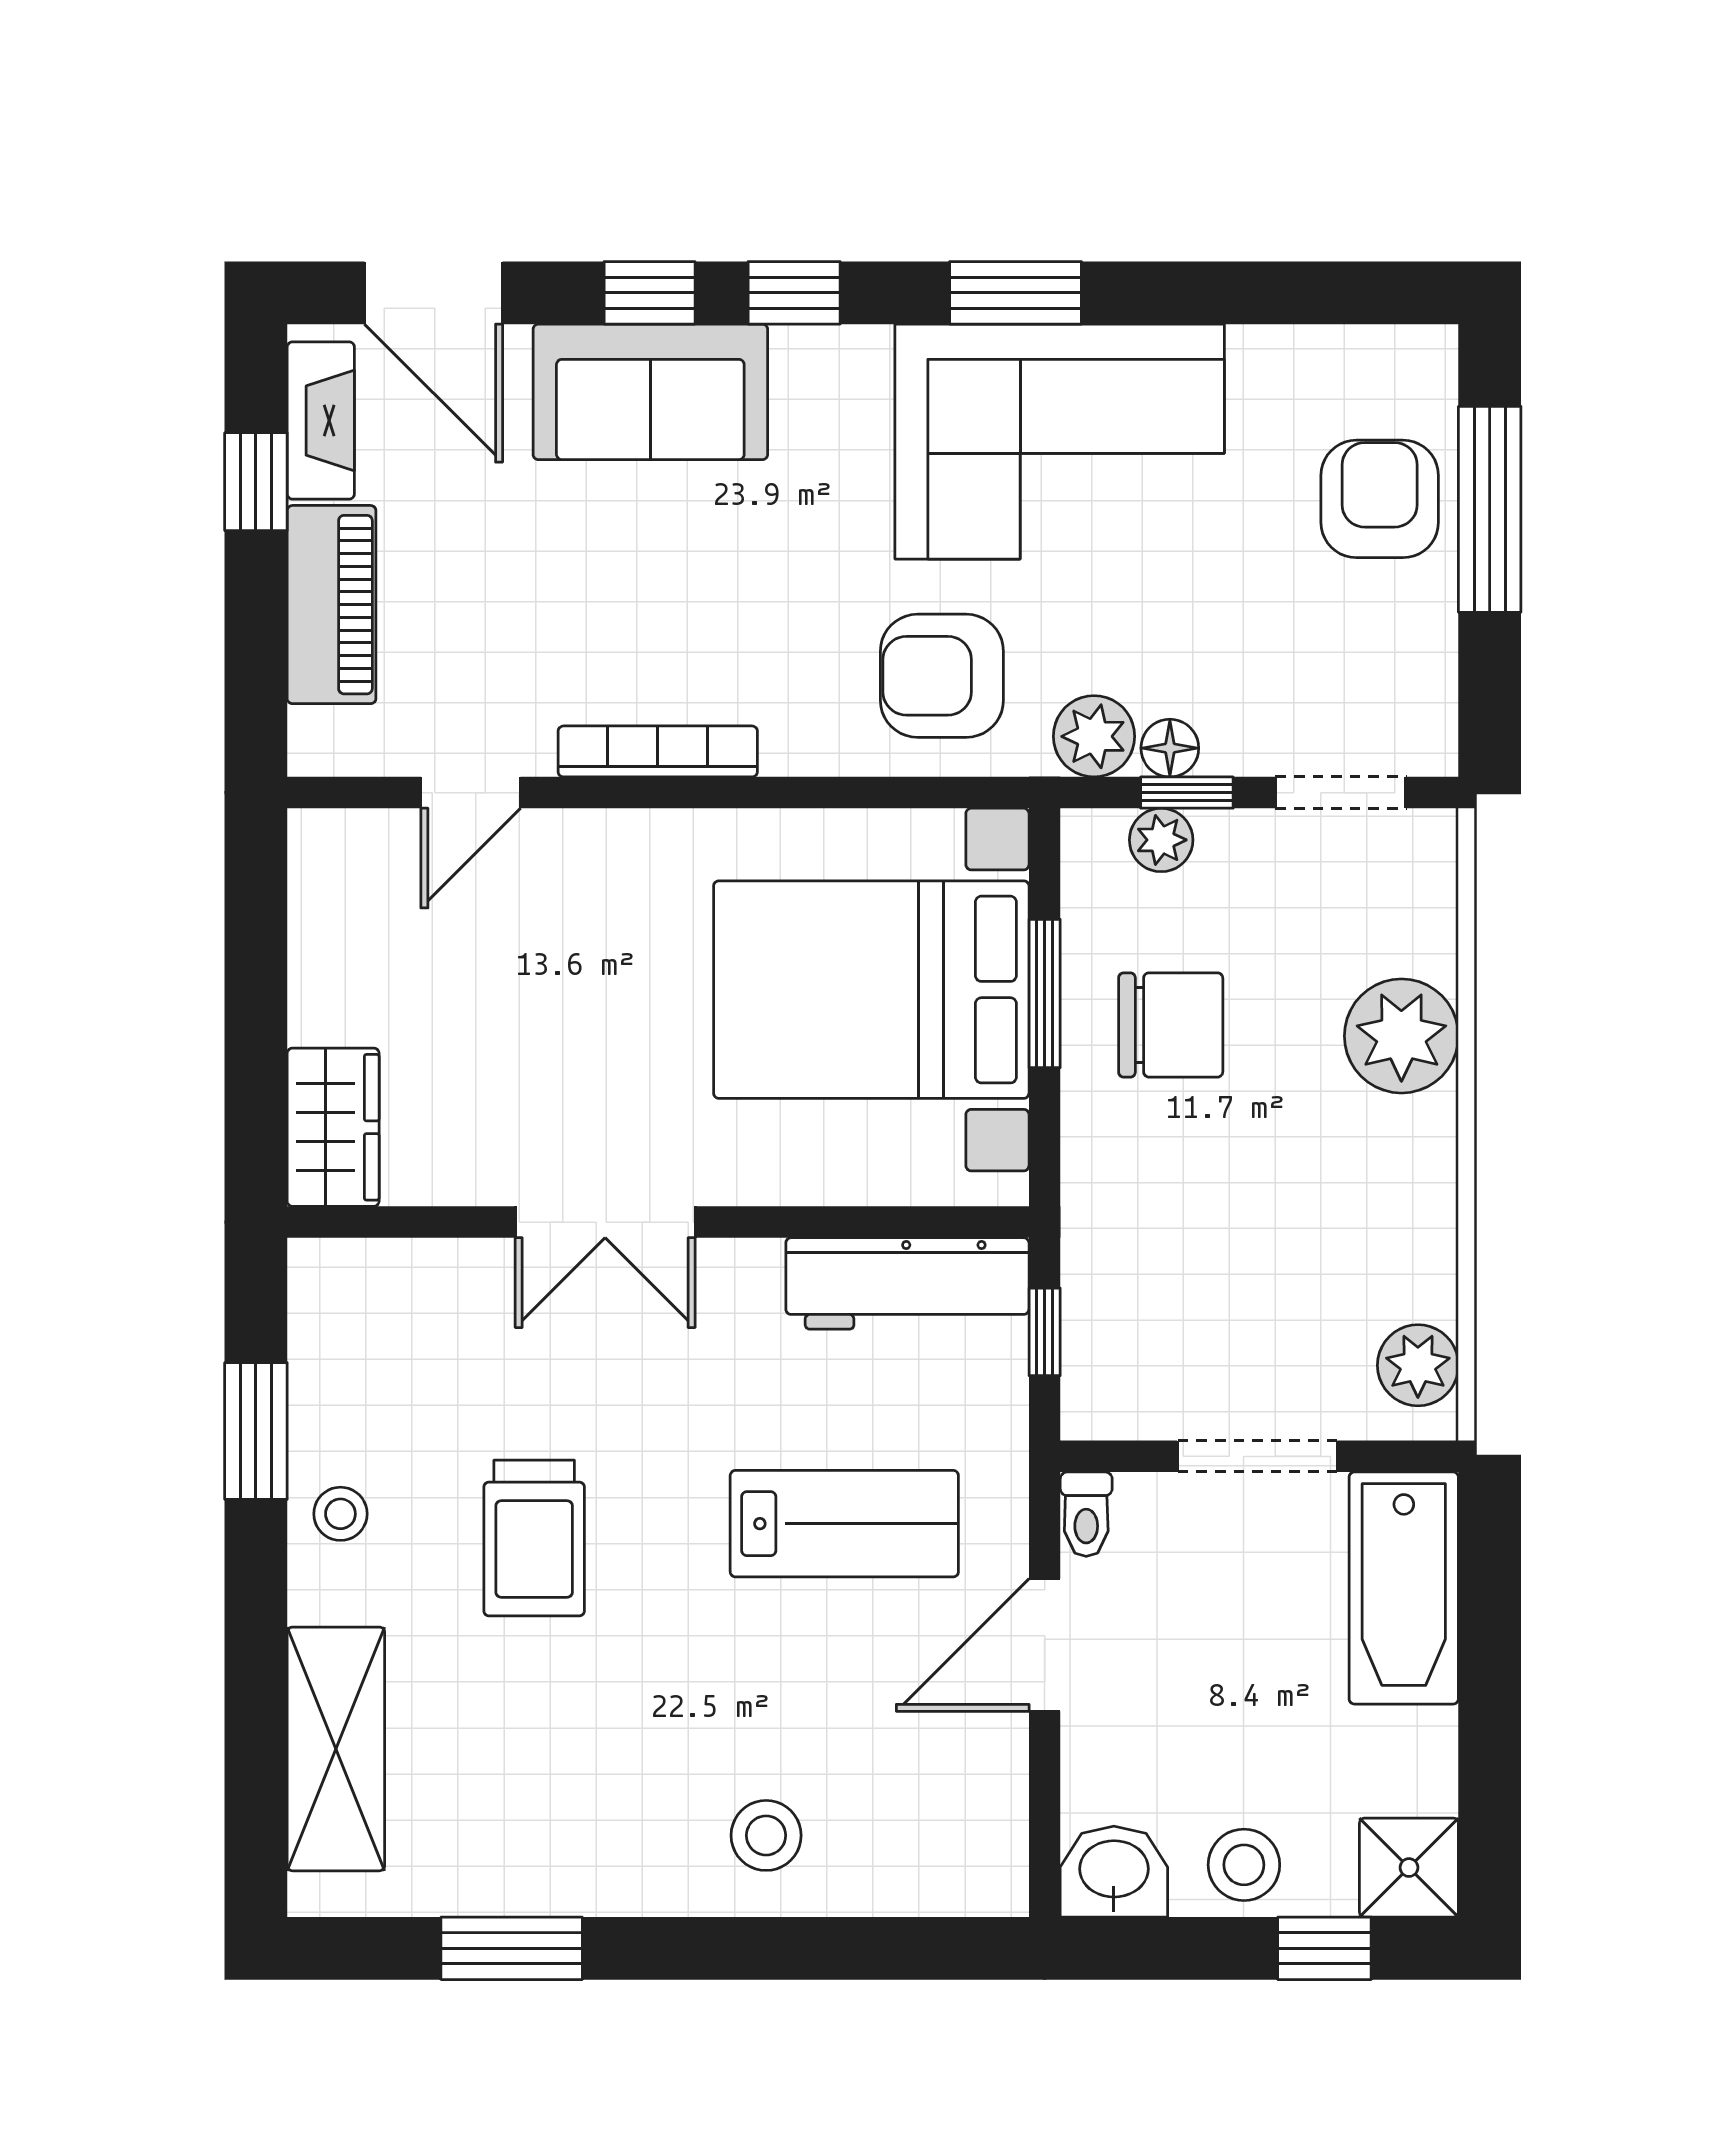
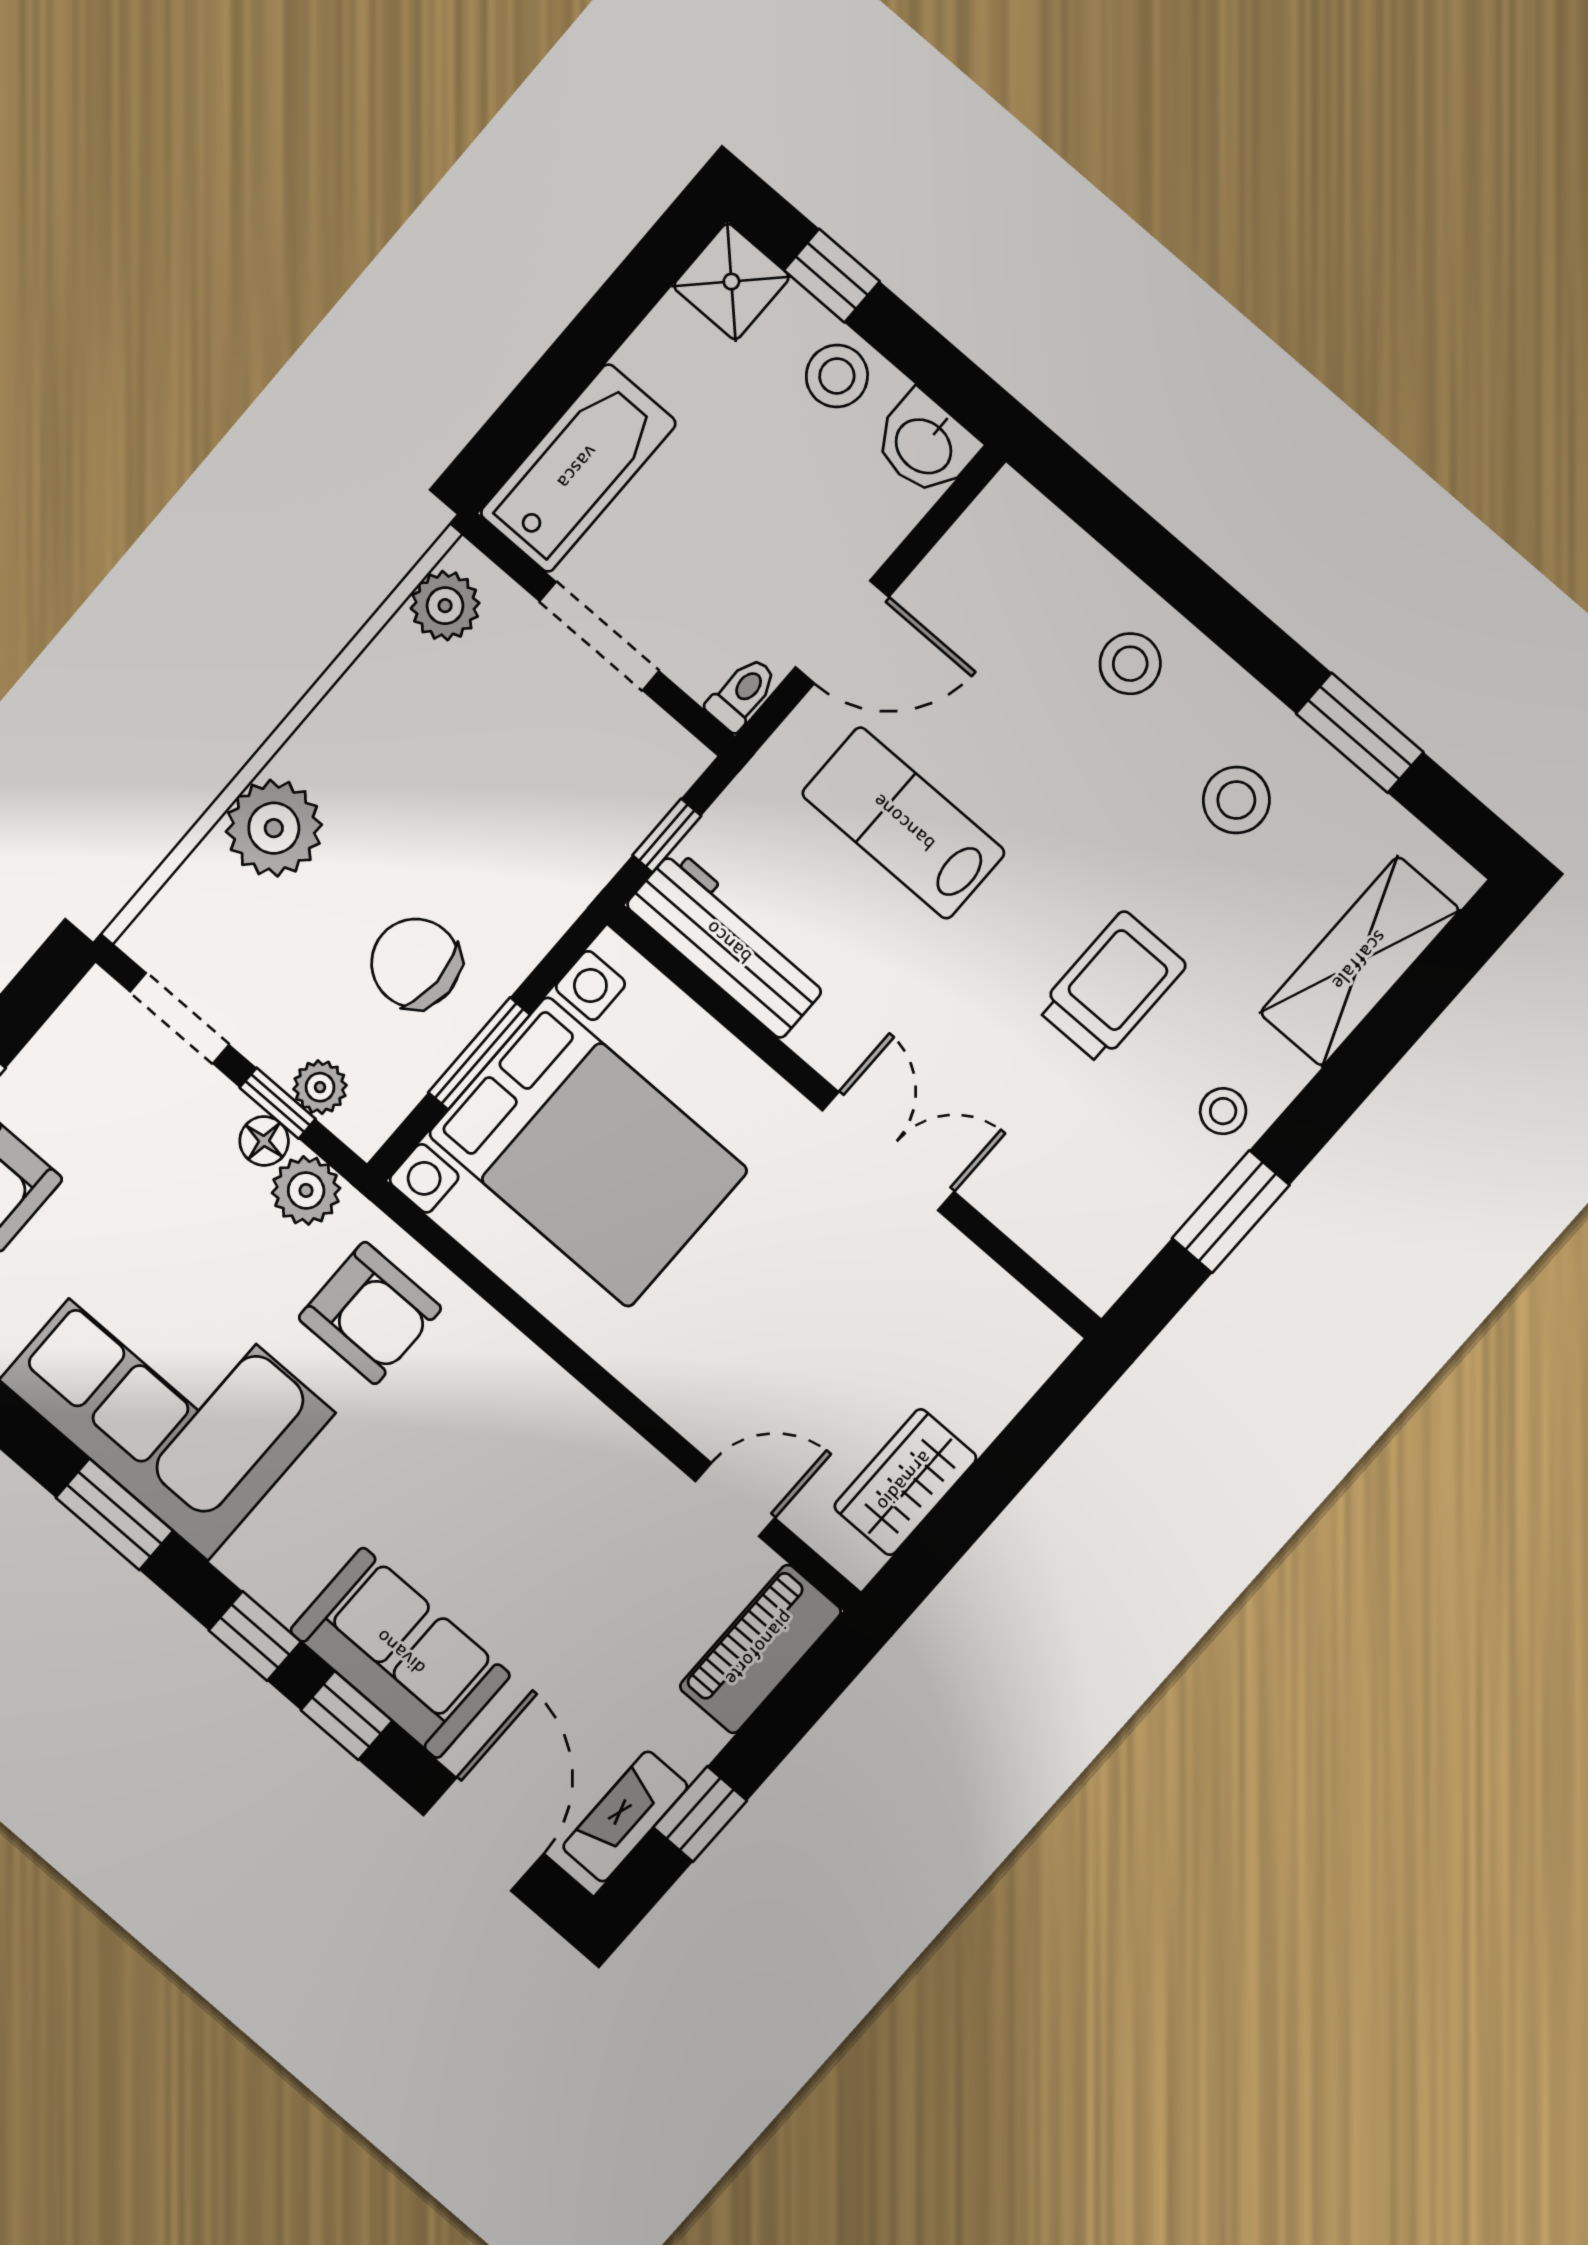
piano: (332, 605) -> (760, 1649), moved
bookcase: (658, 751) -> (593, 1422), removed
wardrobe: (333, 1127) -> (905, 1482), moved
stool: (568, 1797) -> (1236, 800), added

